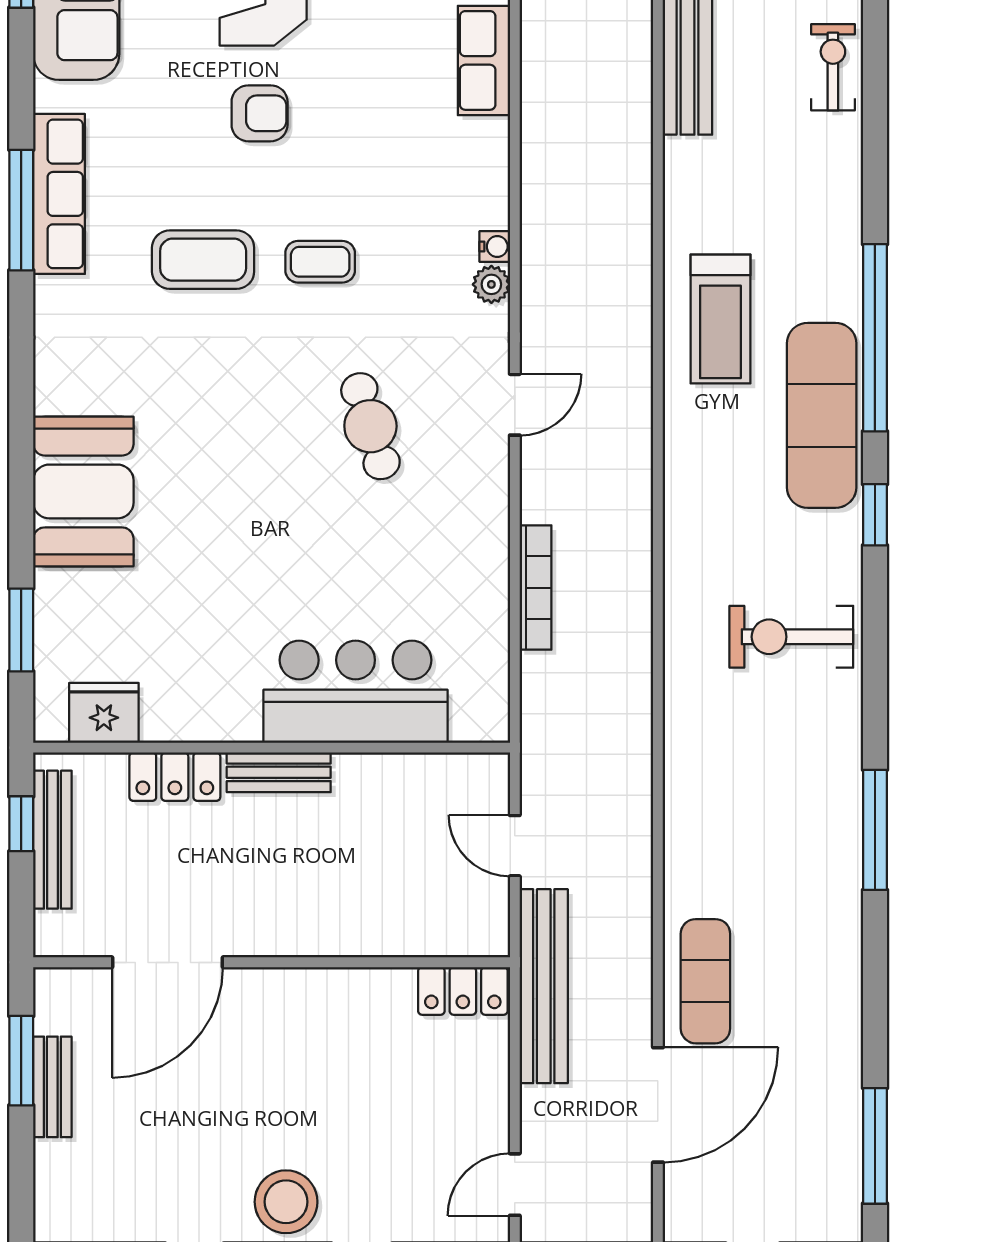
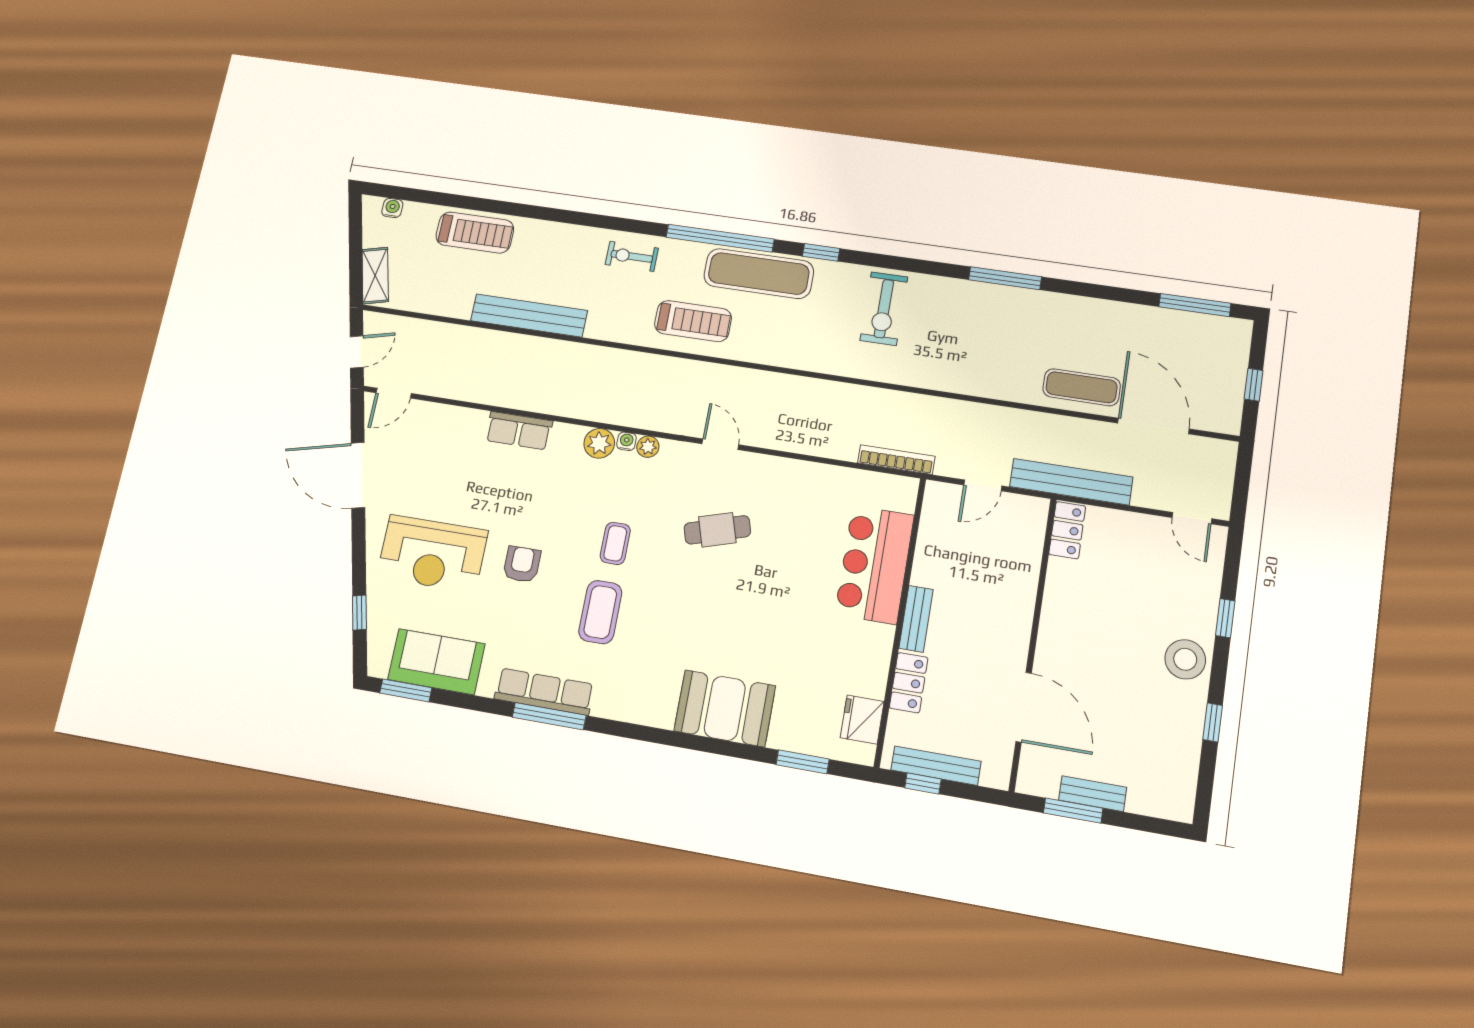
exercise bike: (833, 67) -> (632, 256), moved
plant: (484, 201) -> (599, 443), added
bookcase: (536, 588) -> (896, 460), moved

